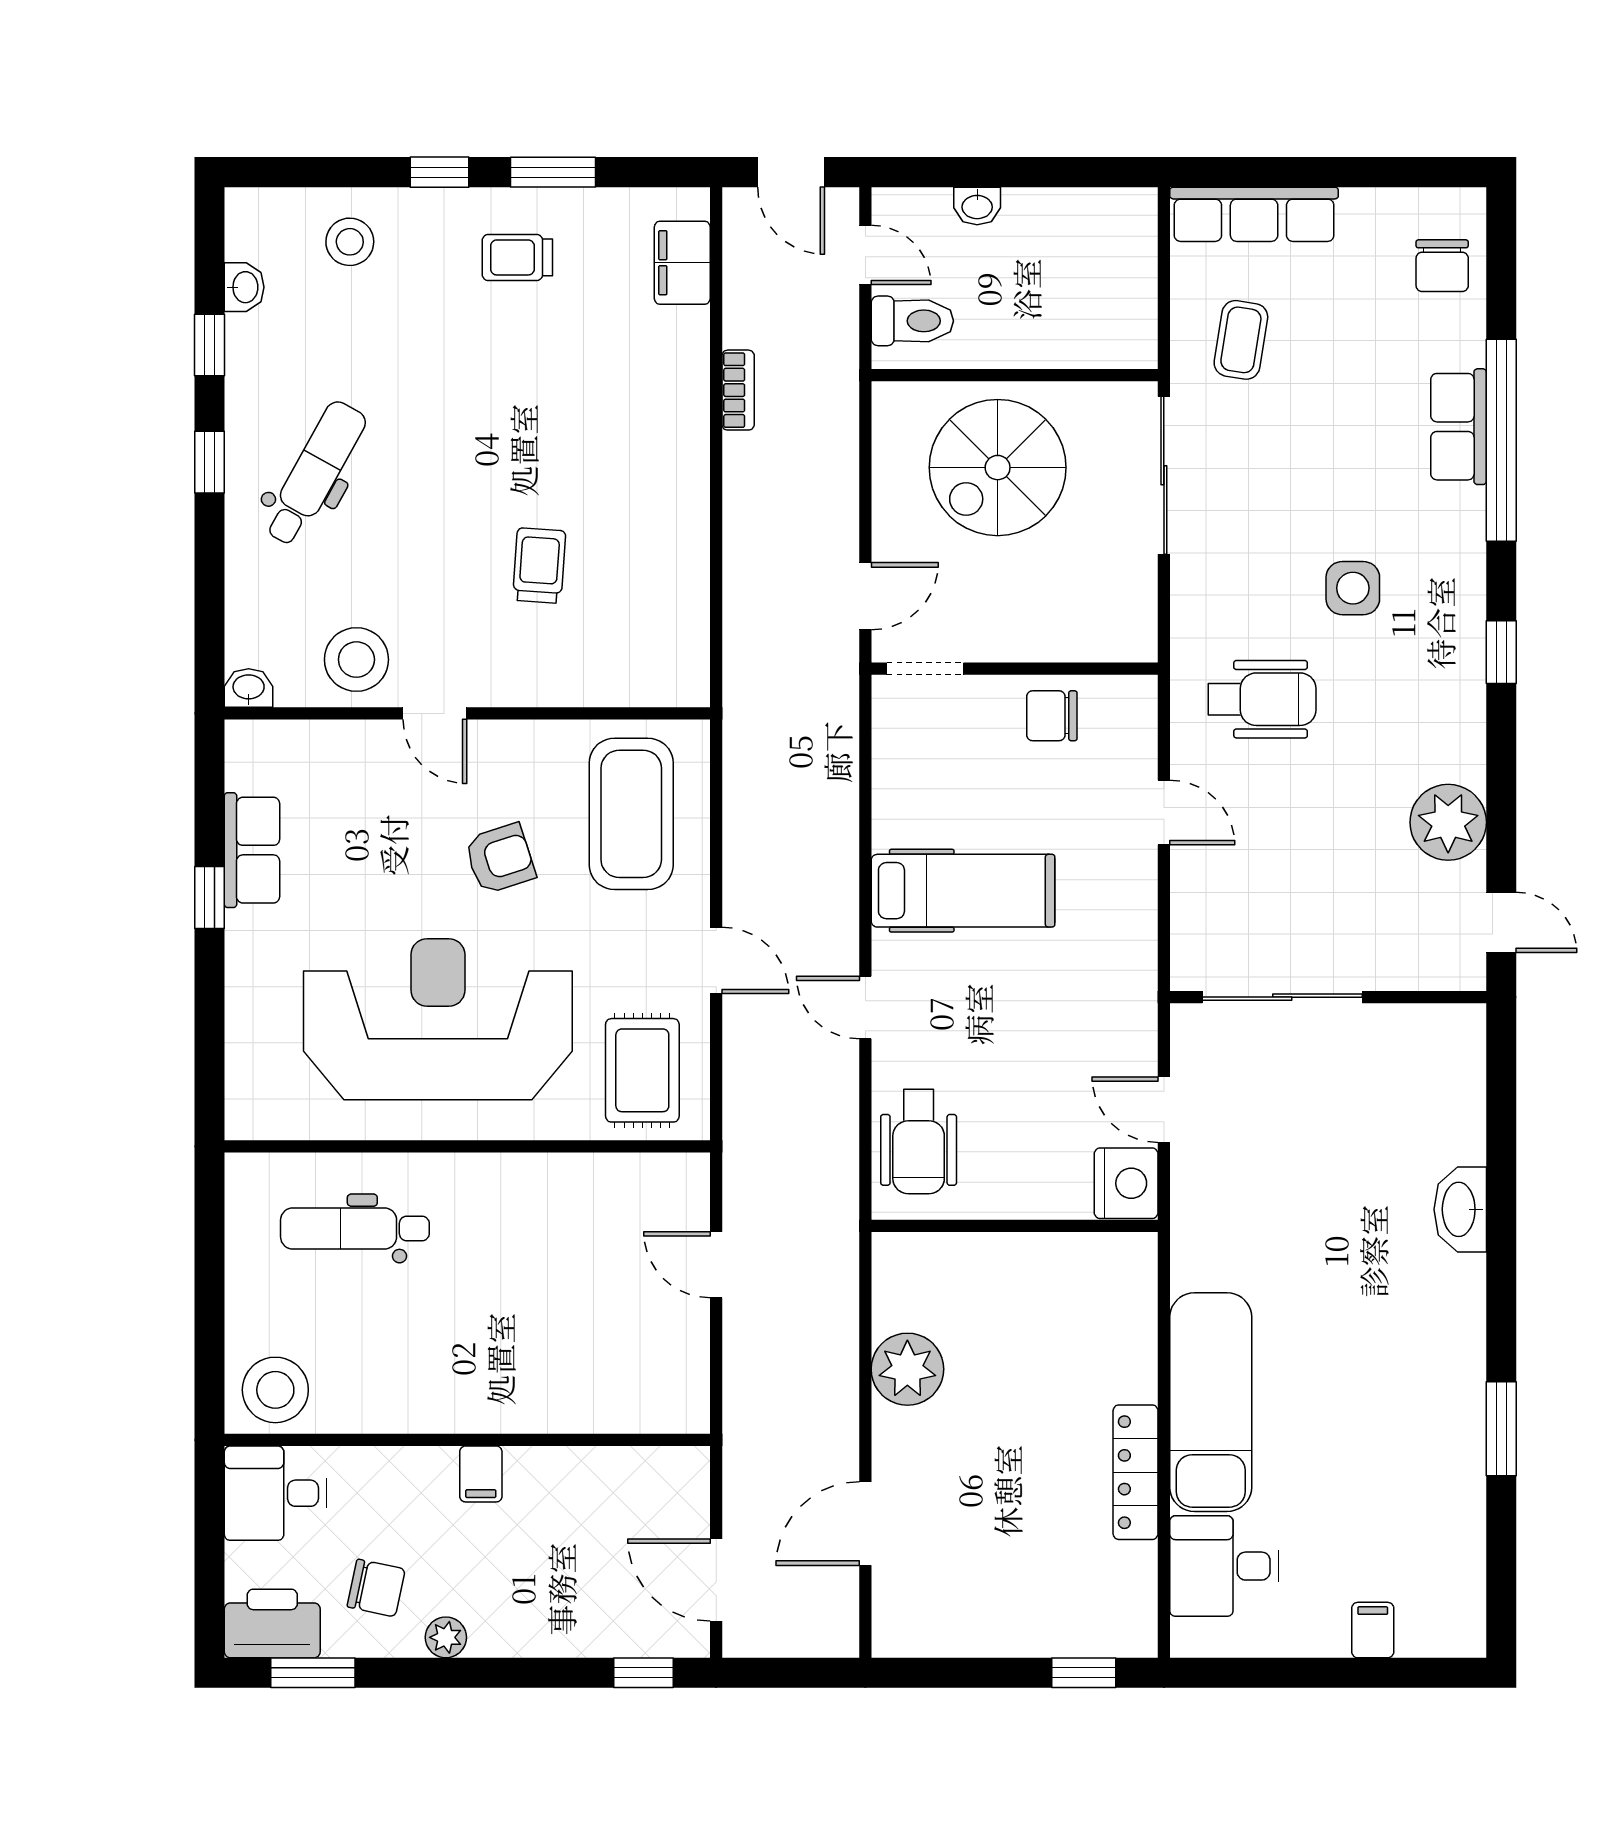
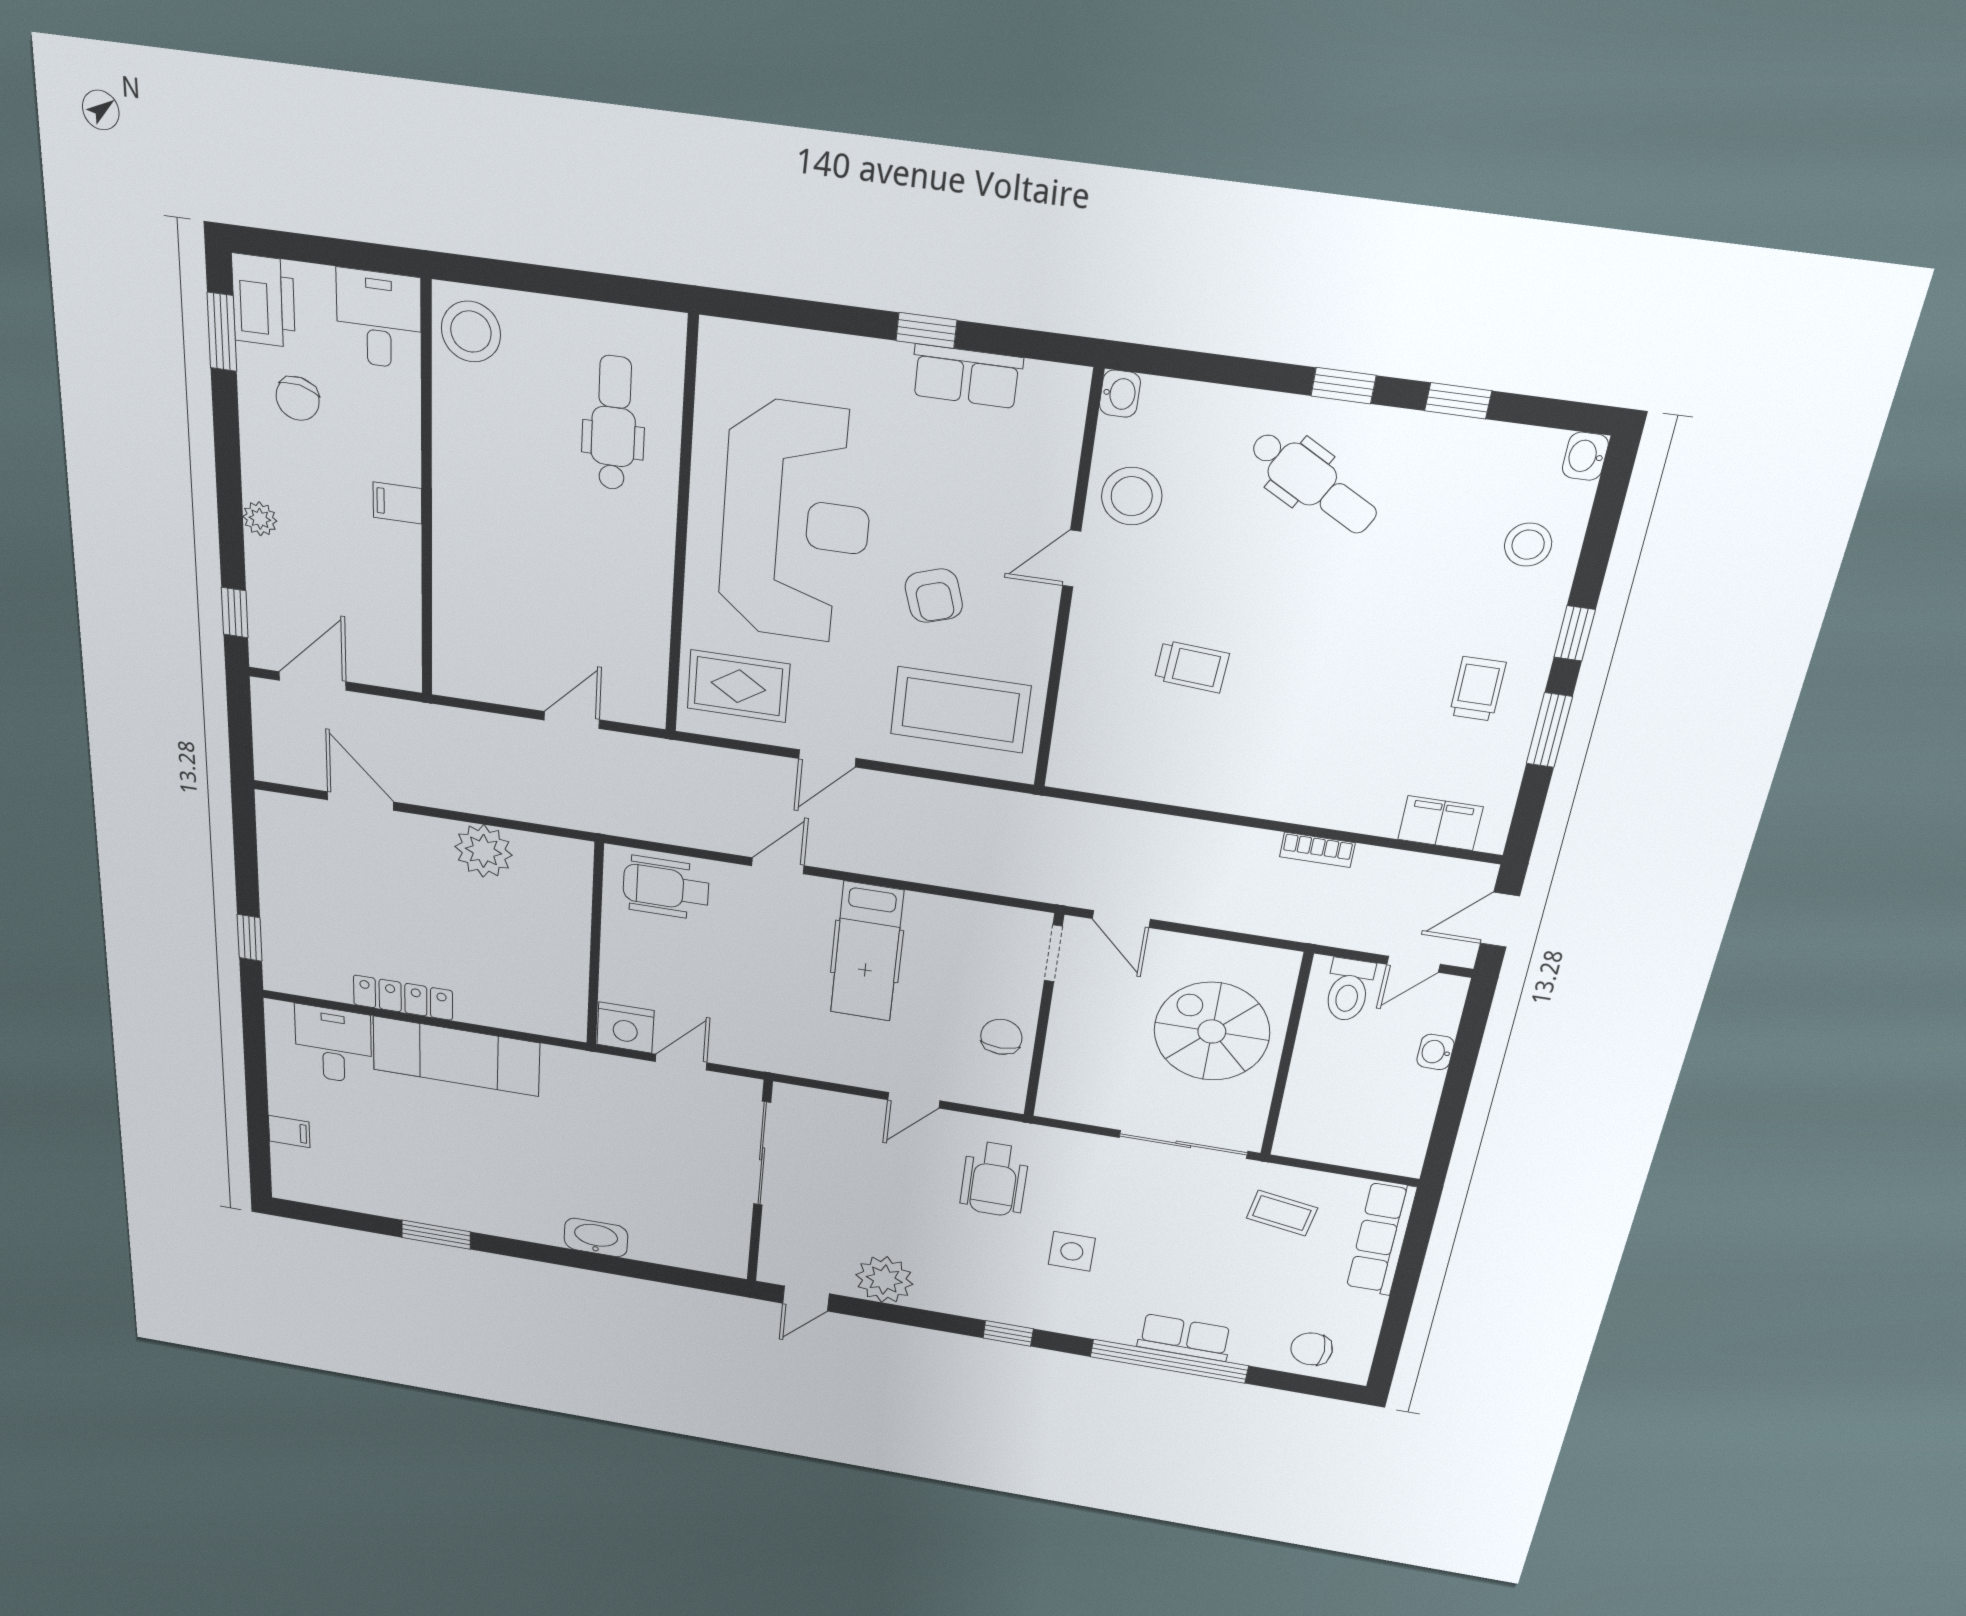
washbasin: (244, 287) -> (1585, 456), moved, turned 90
plant: (446, 1637) -> (260, 519), moved

